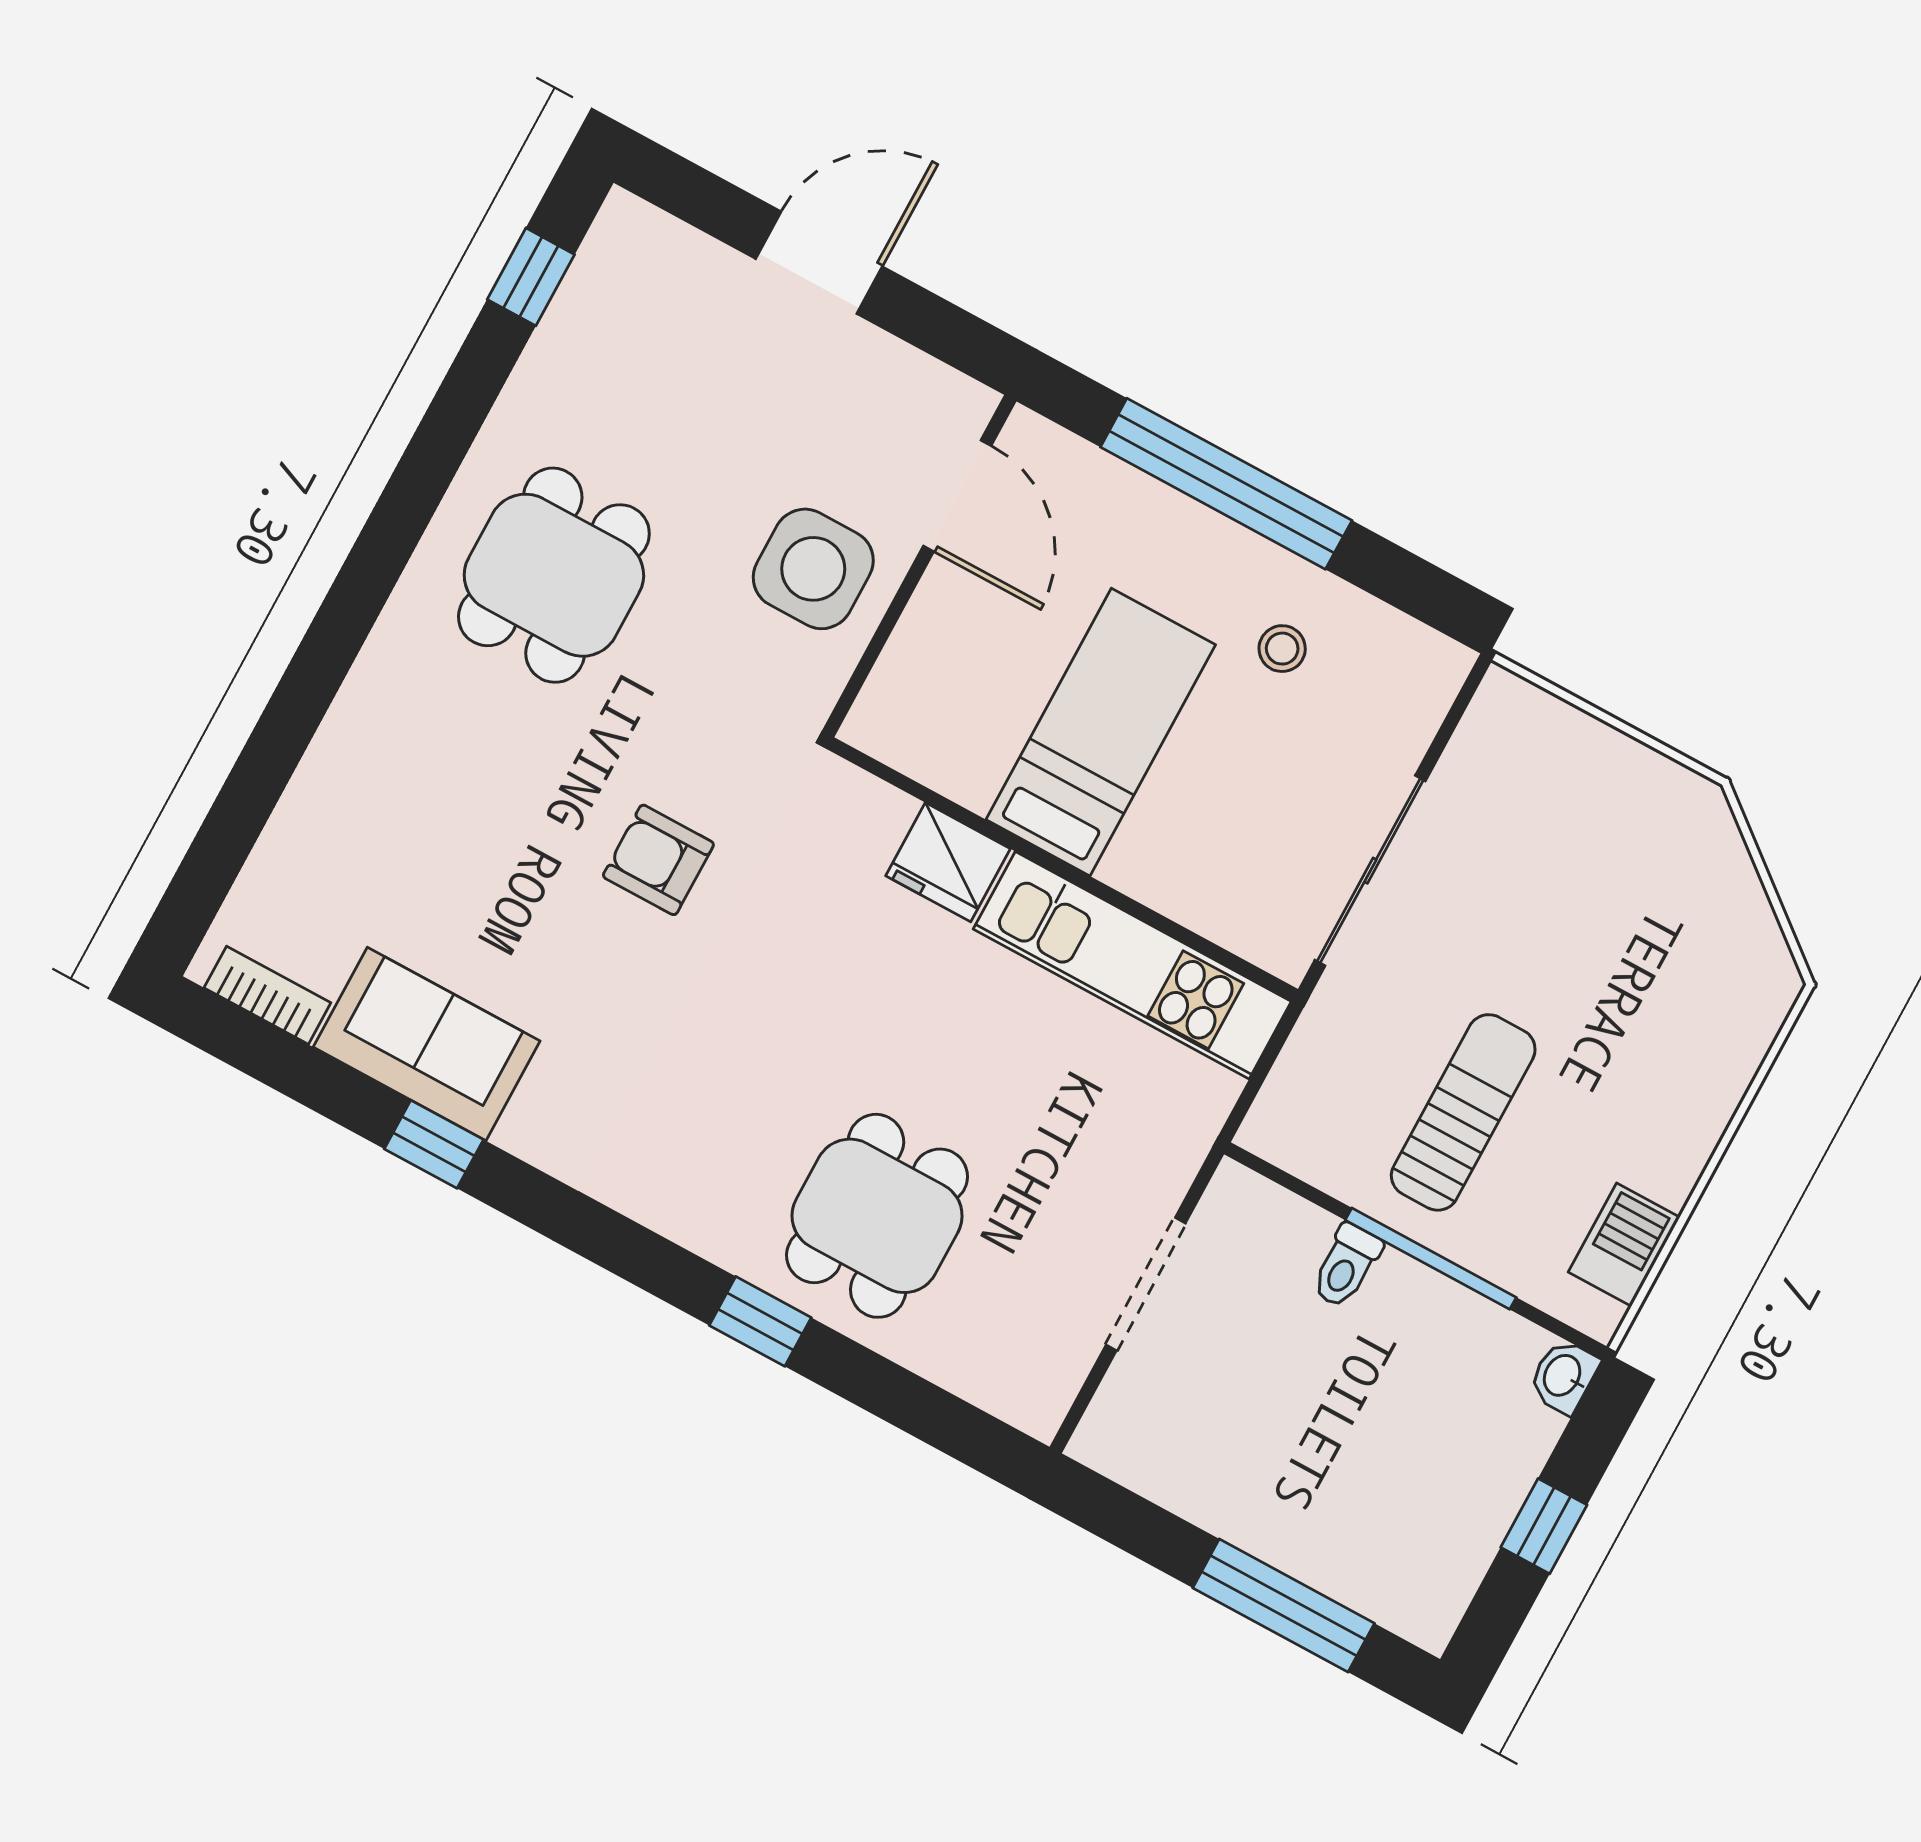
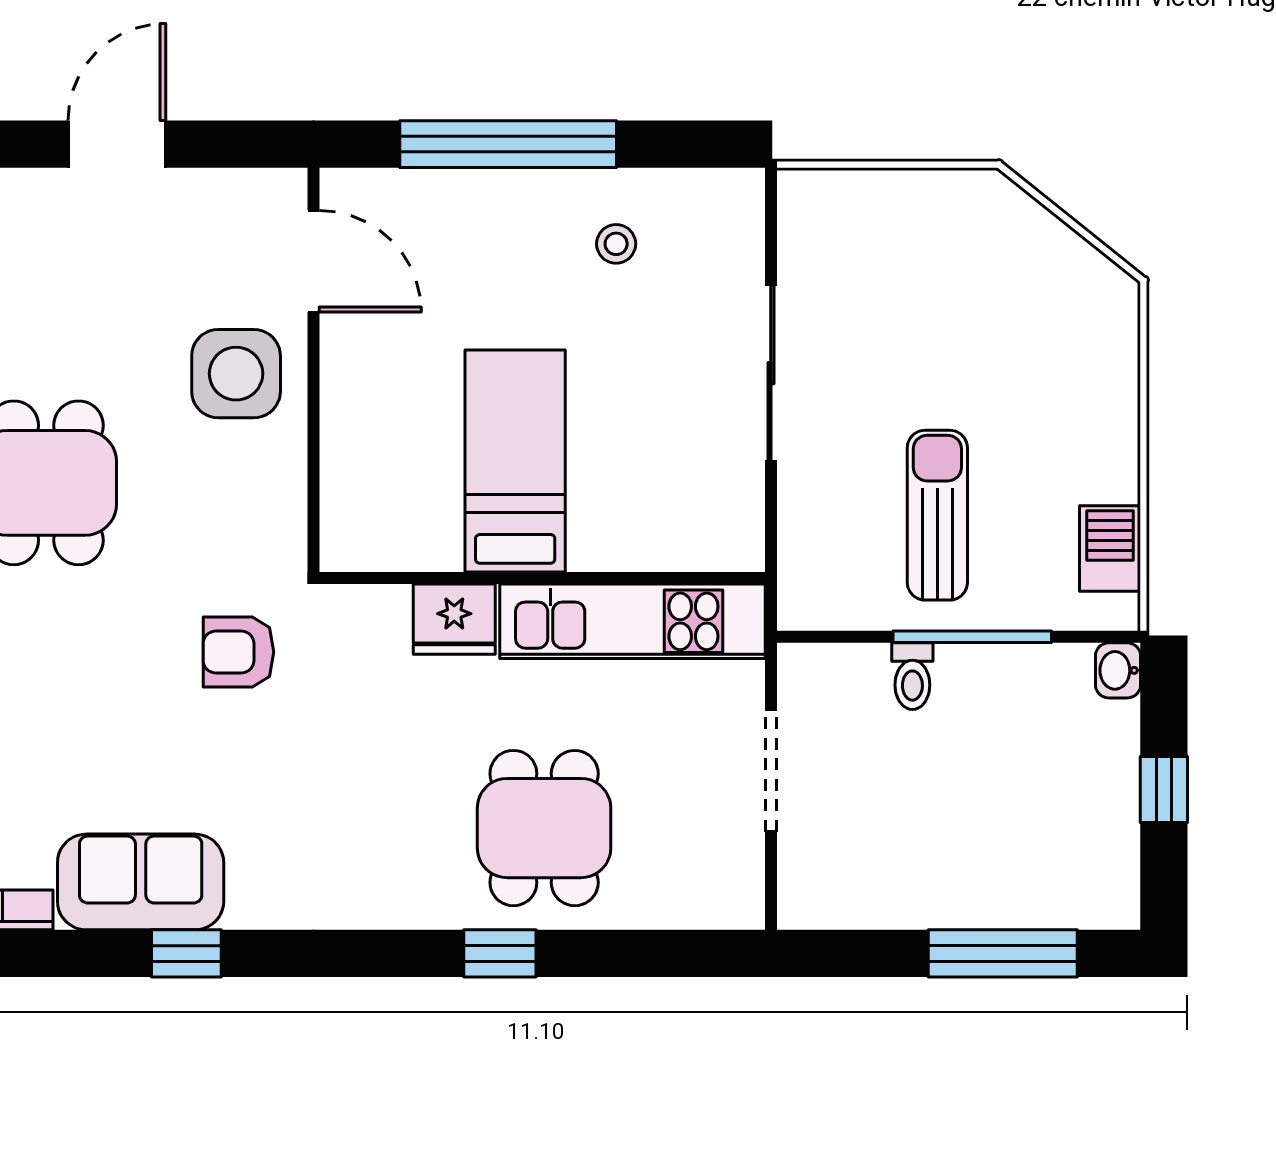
bed: (1101, 732) -> (515, 461), moved
fridge: (948, 862) -> (454, 619), moved
wall: (1063, 869) -> (542, 578), moved
kitchen unit: (1132, 965) -> (632, 621), moved

